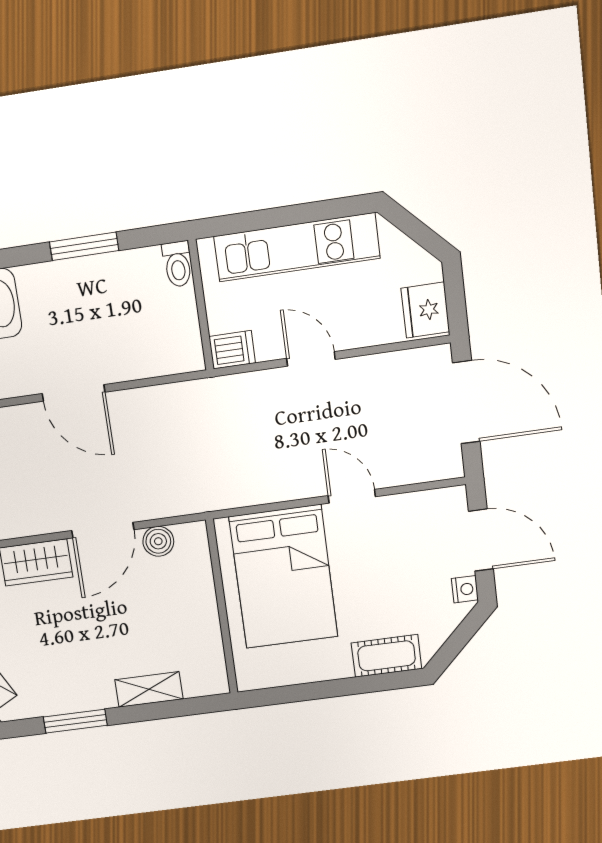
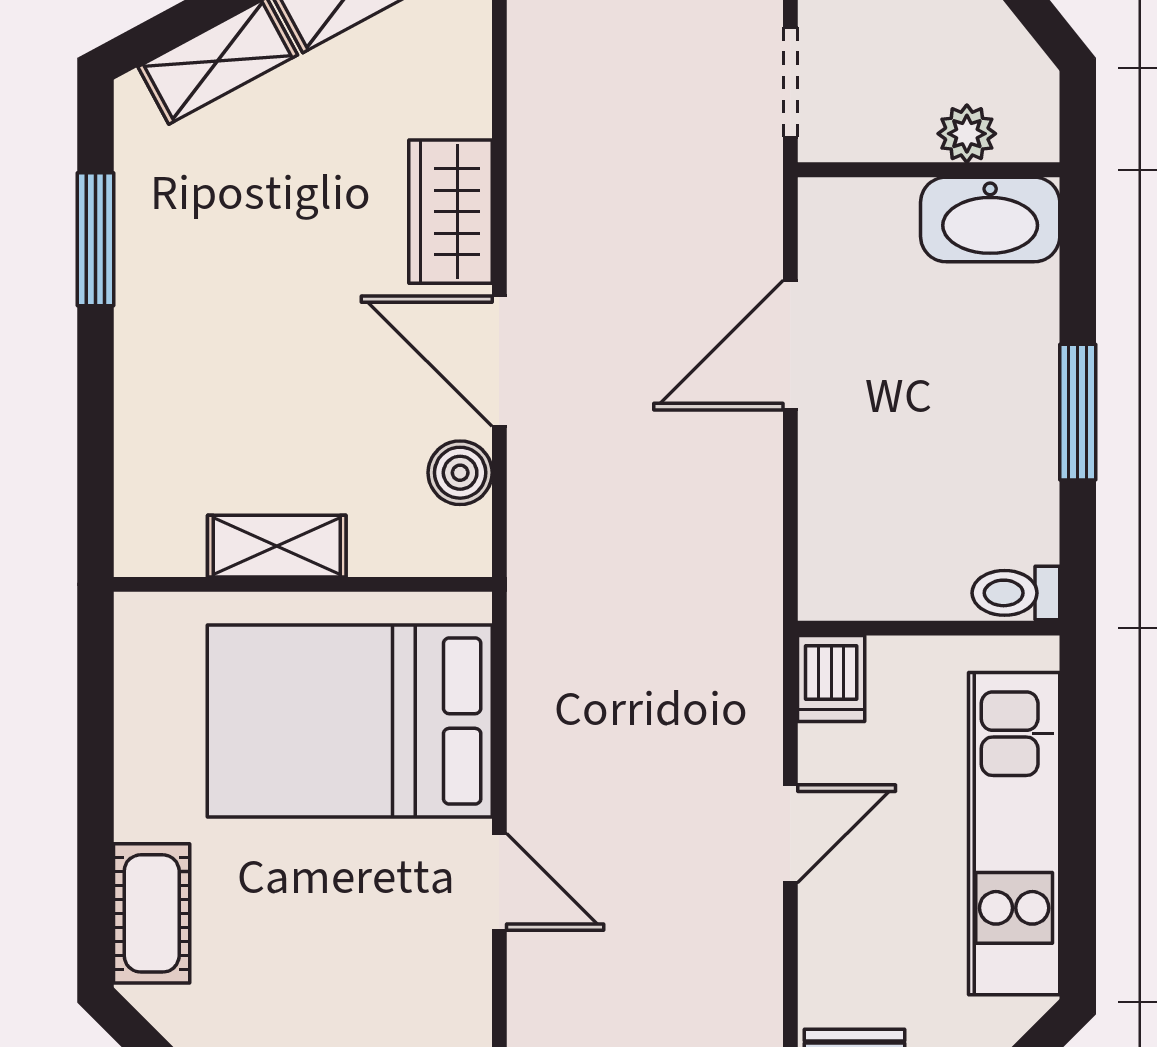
door: (352, 496) -> (499, 882), hinge flipped
shelving: (149, 689) -> (277, 546), moved, turned 90

